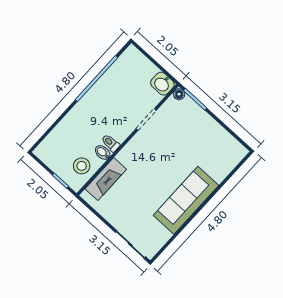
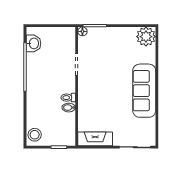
washbasin: (162, 84) -> (34, 43), moved, turned -90
plant: (233, 152) -> (146, 37), added
stool: (82, 166) -> (35, 135), moved
fireplace: (106, 179) -> (95, 139), moved, turned -90

